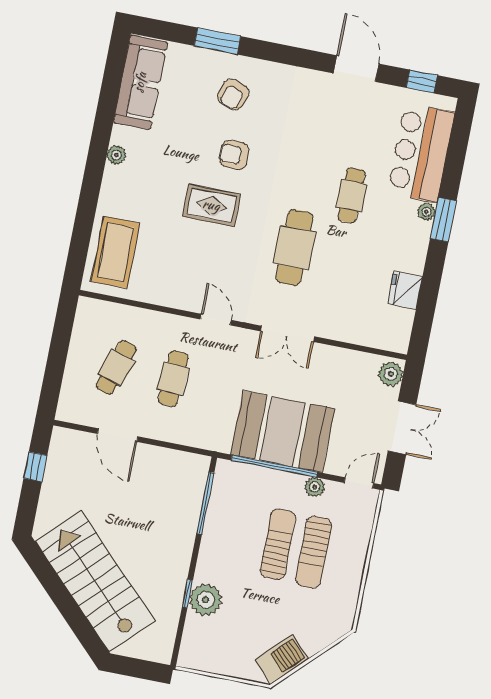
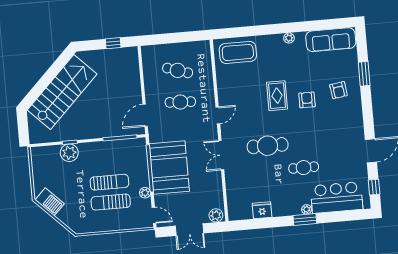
armchair: (233, 95) -> (339, 90), turned -118
door: (118, 435) -> (145, 115), moved

